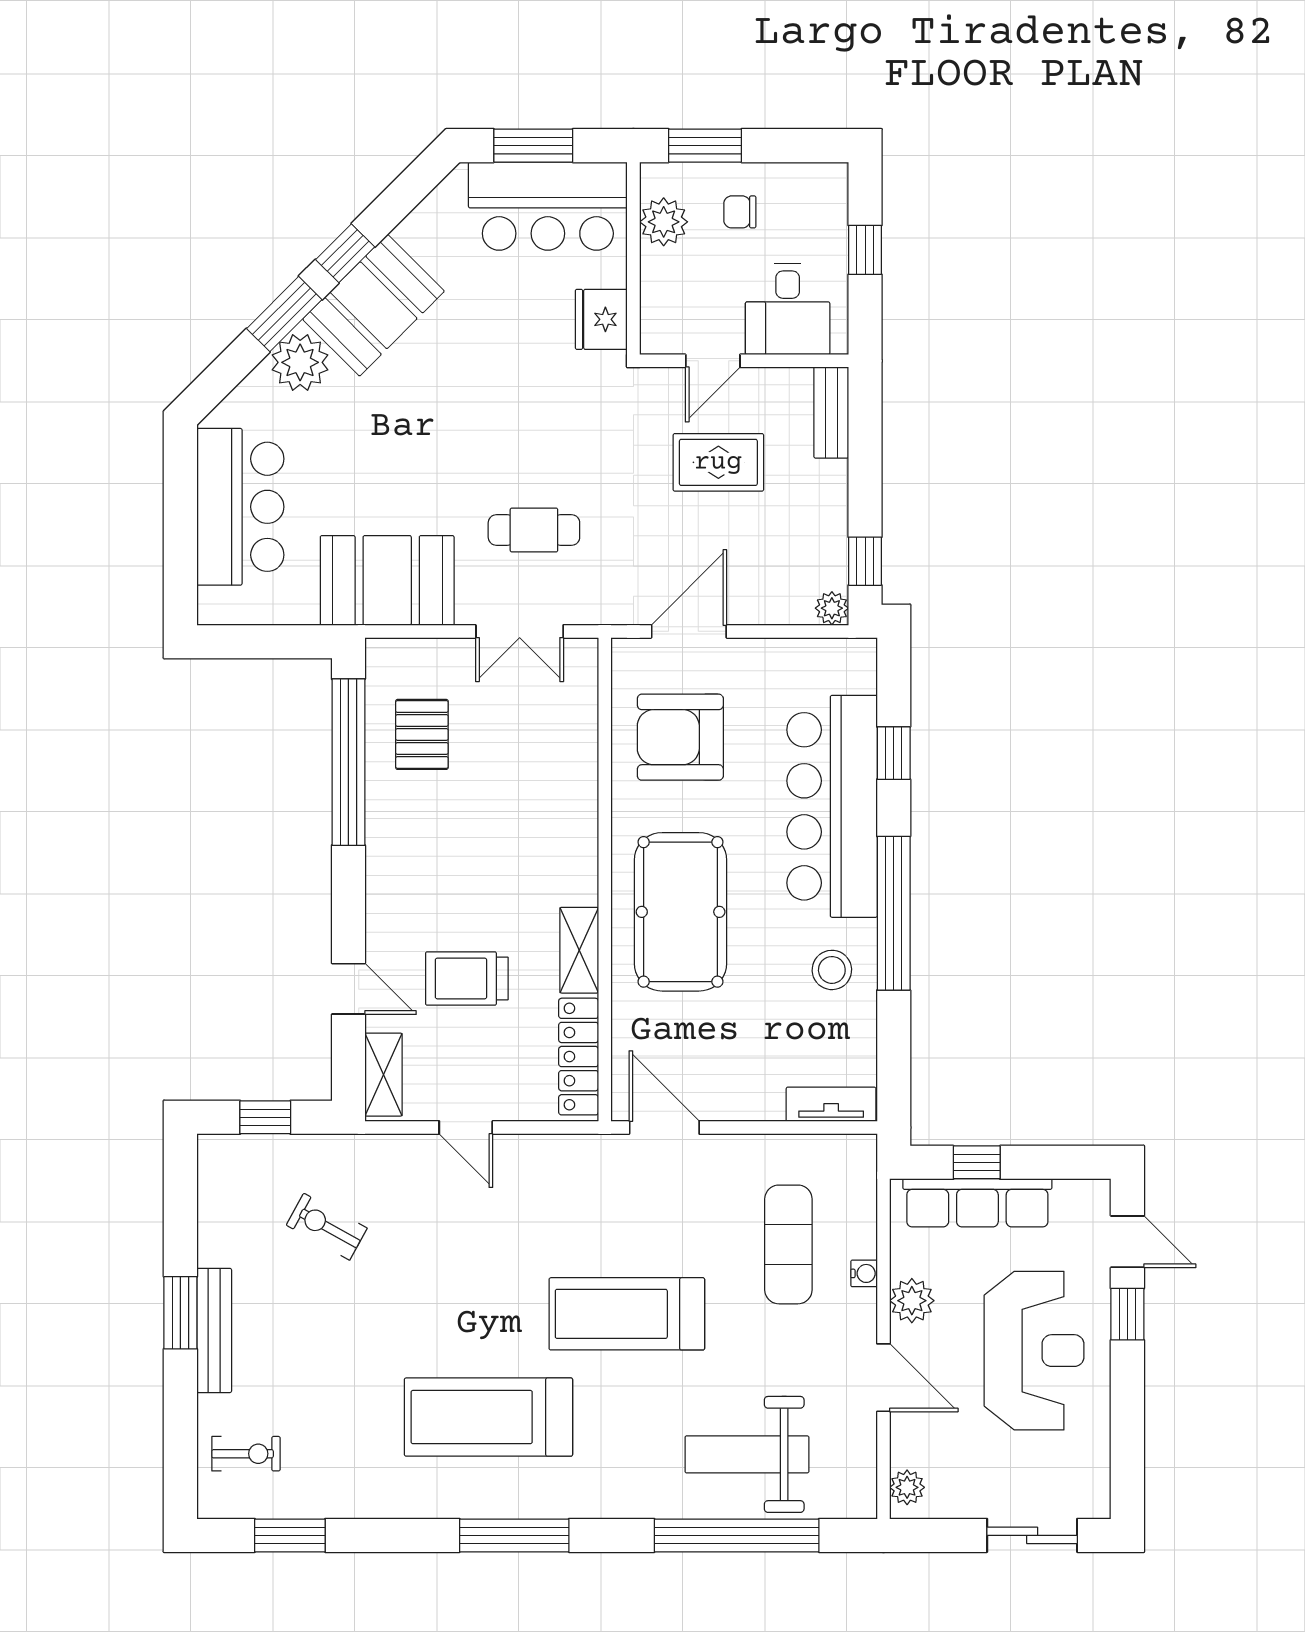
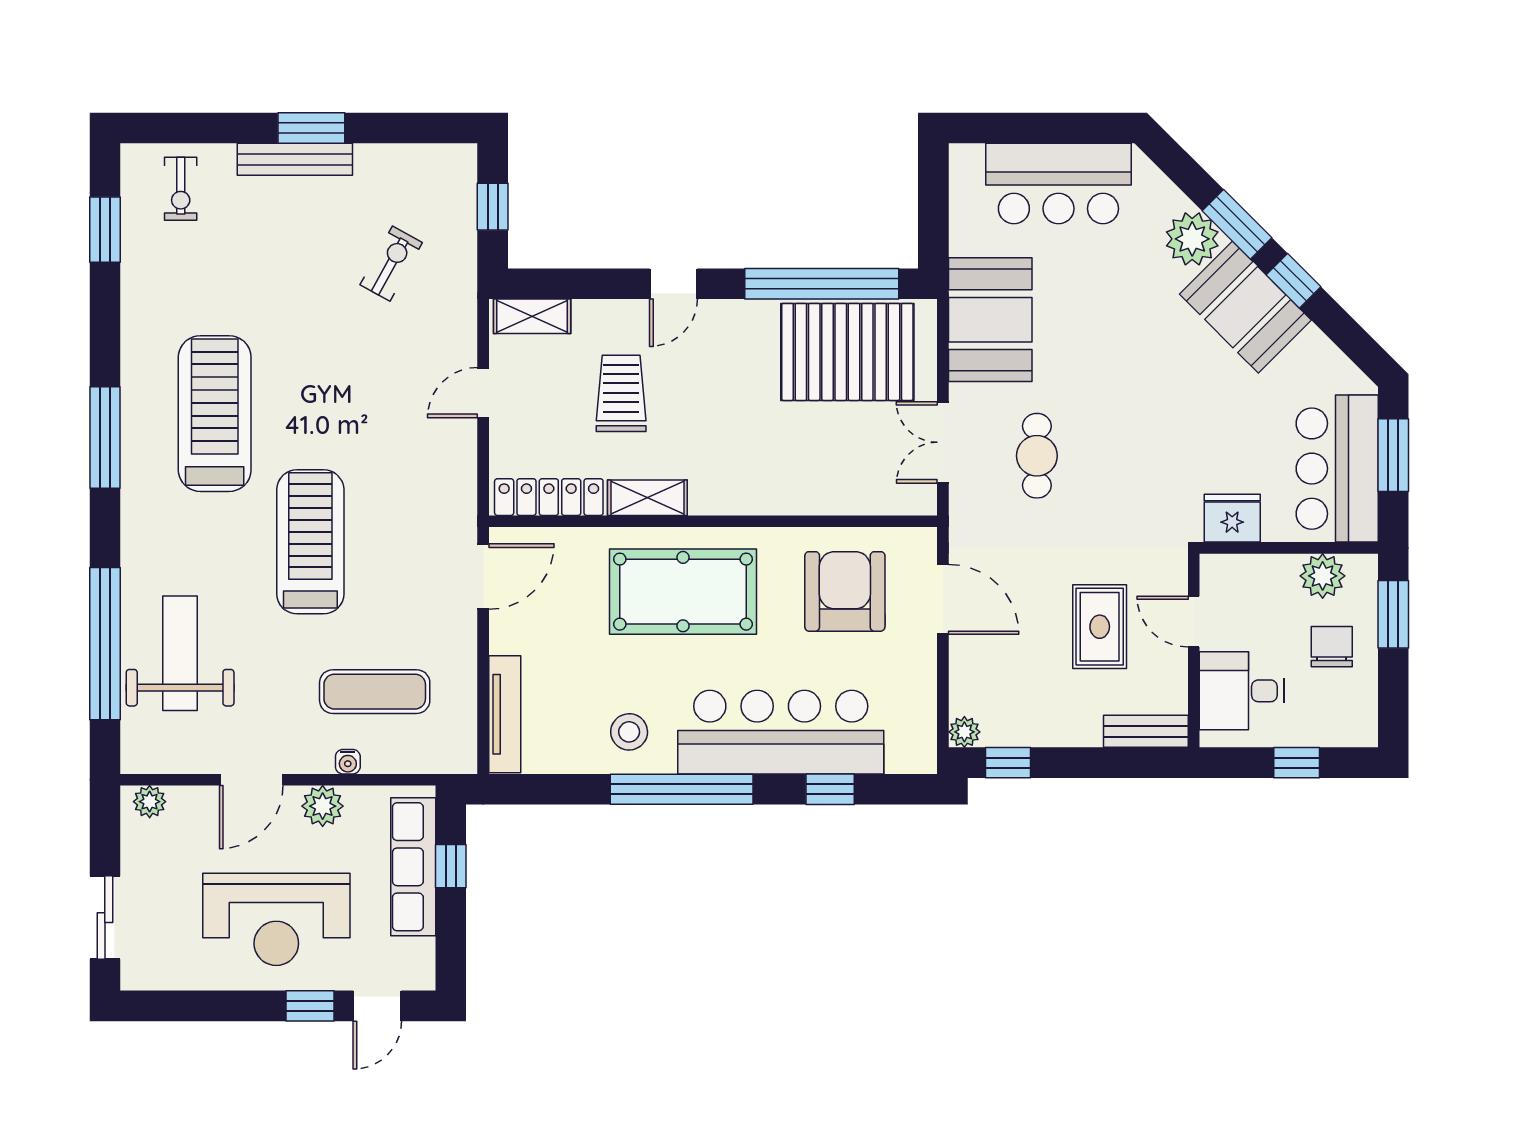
chair: (740, 212) -> (1332, 647), width x1.37, depth x1.37
pallet: (422, 734) -> (847, 352), width x2.05, depth x2.00
door: (348, 989) -> (674, 284), moved
tv unit: (831, 1104) -> (505, 714), width x1.41

